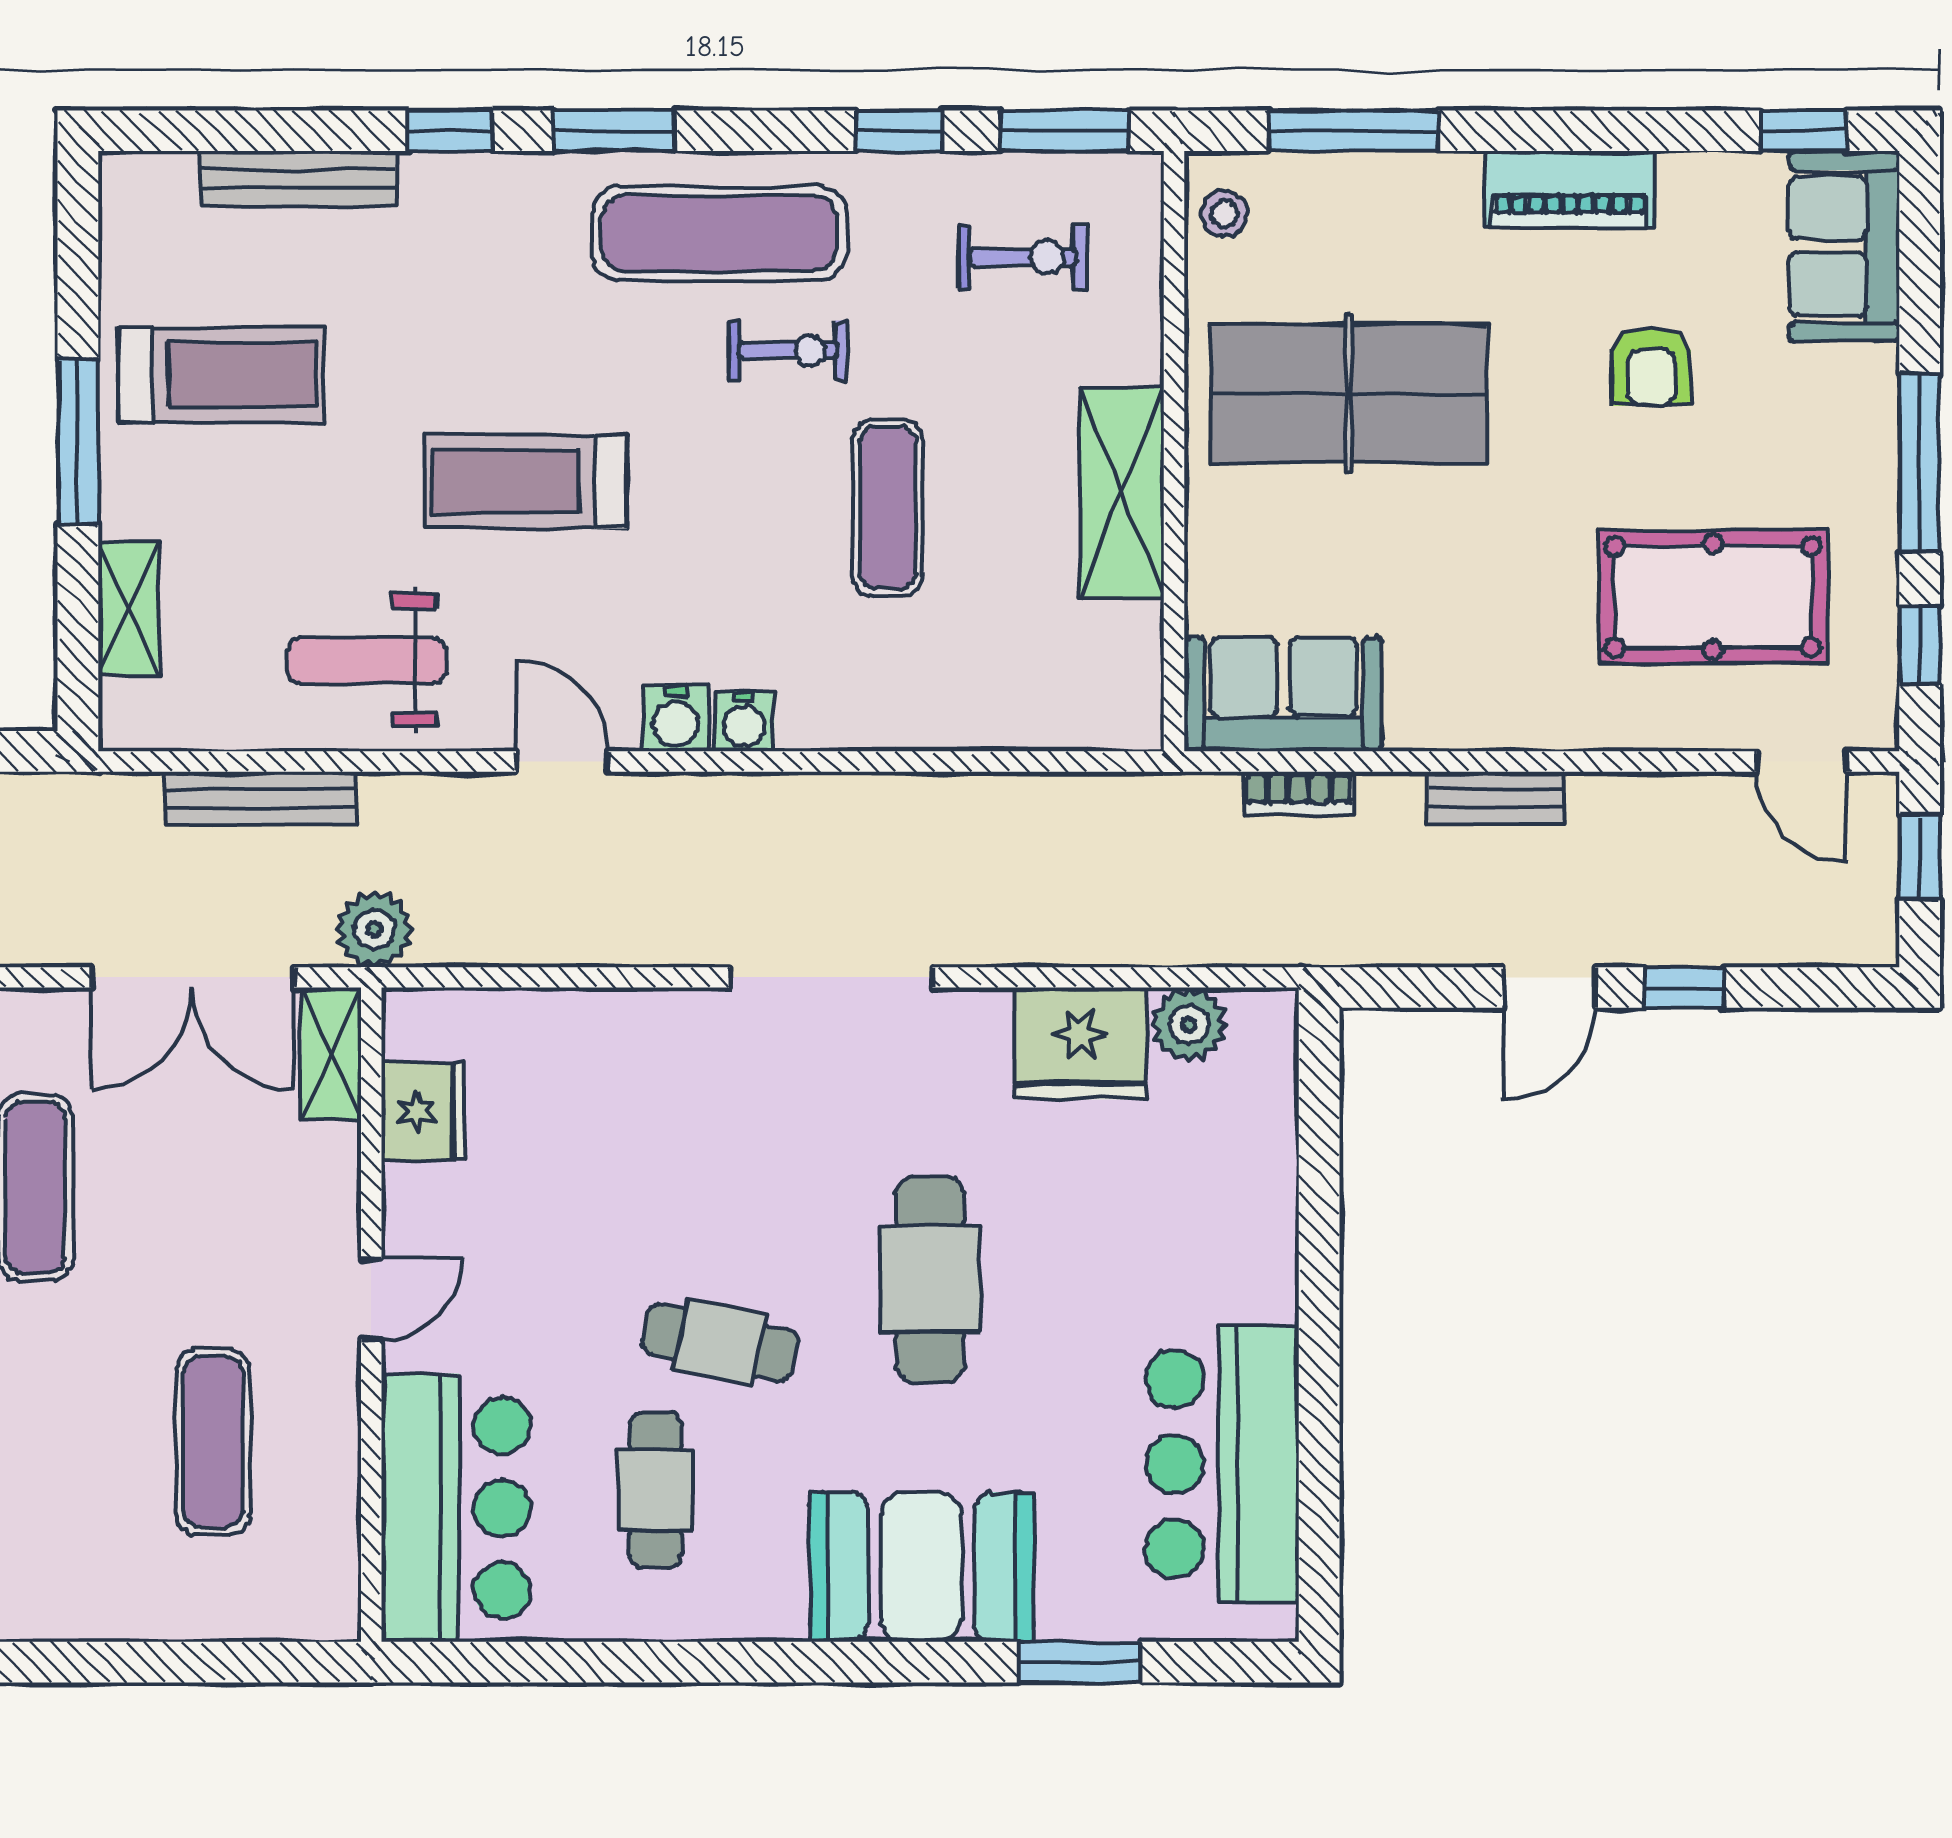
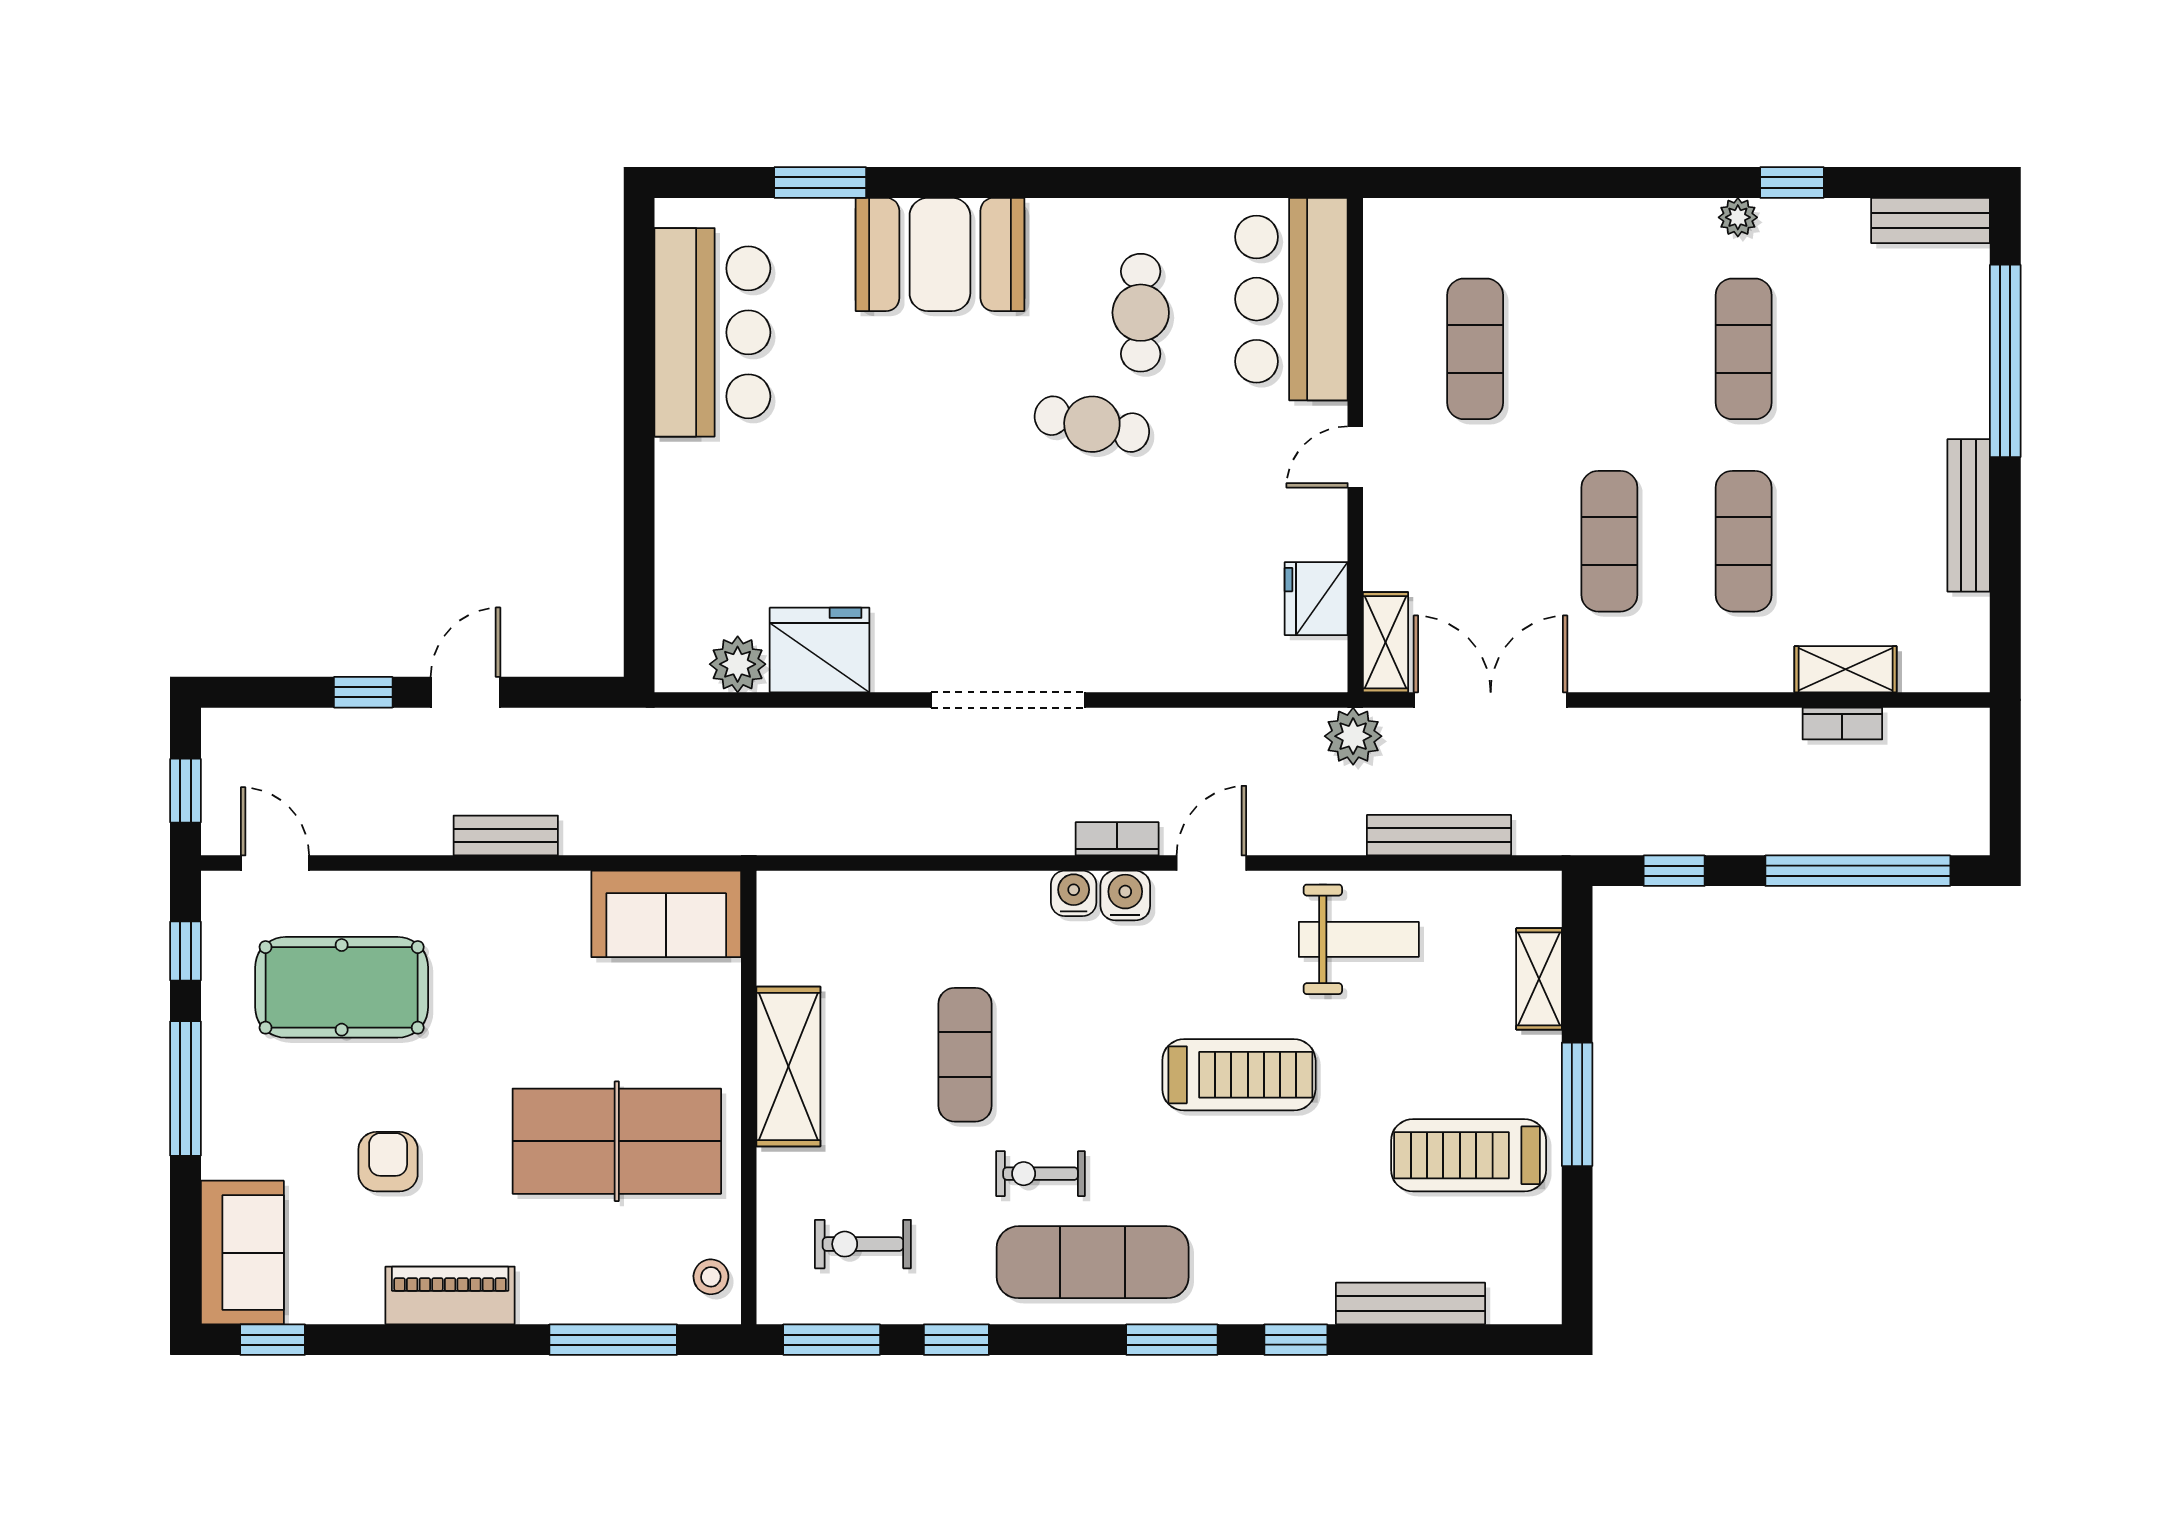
door: (562, 762) -> (1211, 863), swing flipped
bookcase: (1299, 794) -> (1117, 839), moved
cafe table: (930, 1279) -> (933, 472), removed

